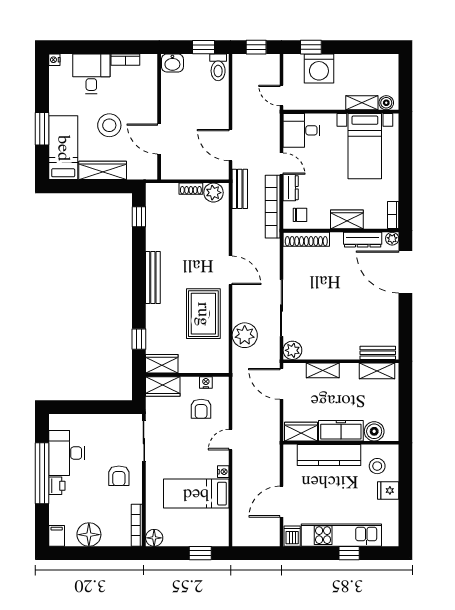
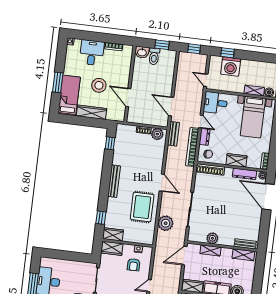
toilet: (218, 67) -> (154, 56), moved
plant: (292, 350) -> (212, 238), moved
door: (281, 384) -> (184, 256), hinge flipped

